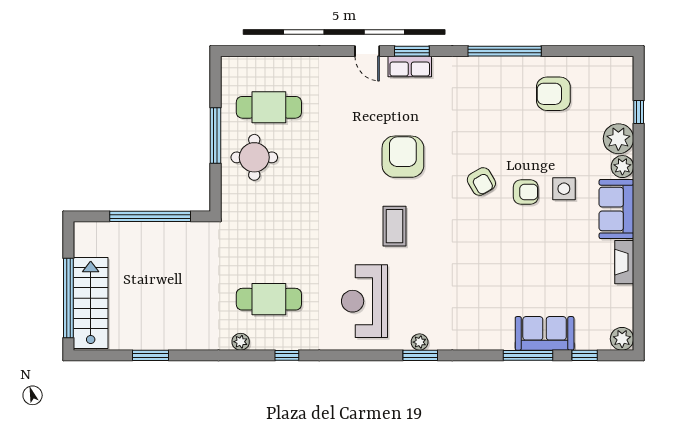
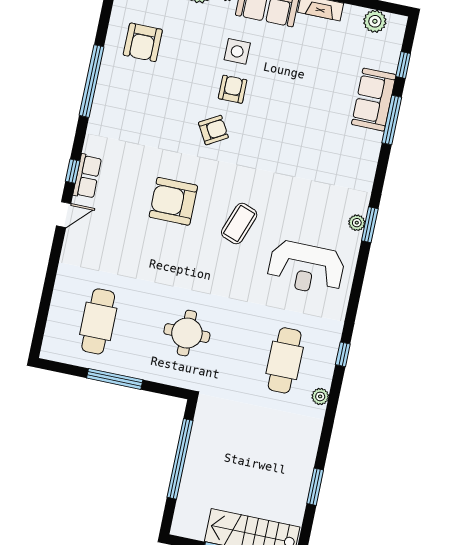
window: (412, 51) -> (73, 171), width x0.67
round table: (254, 157) -> (187, 333), moved
coffee table: (395, 226) -> (239, 224), turned -70
plant: (622, 339) -> (375, 21), moved

